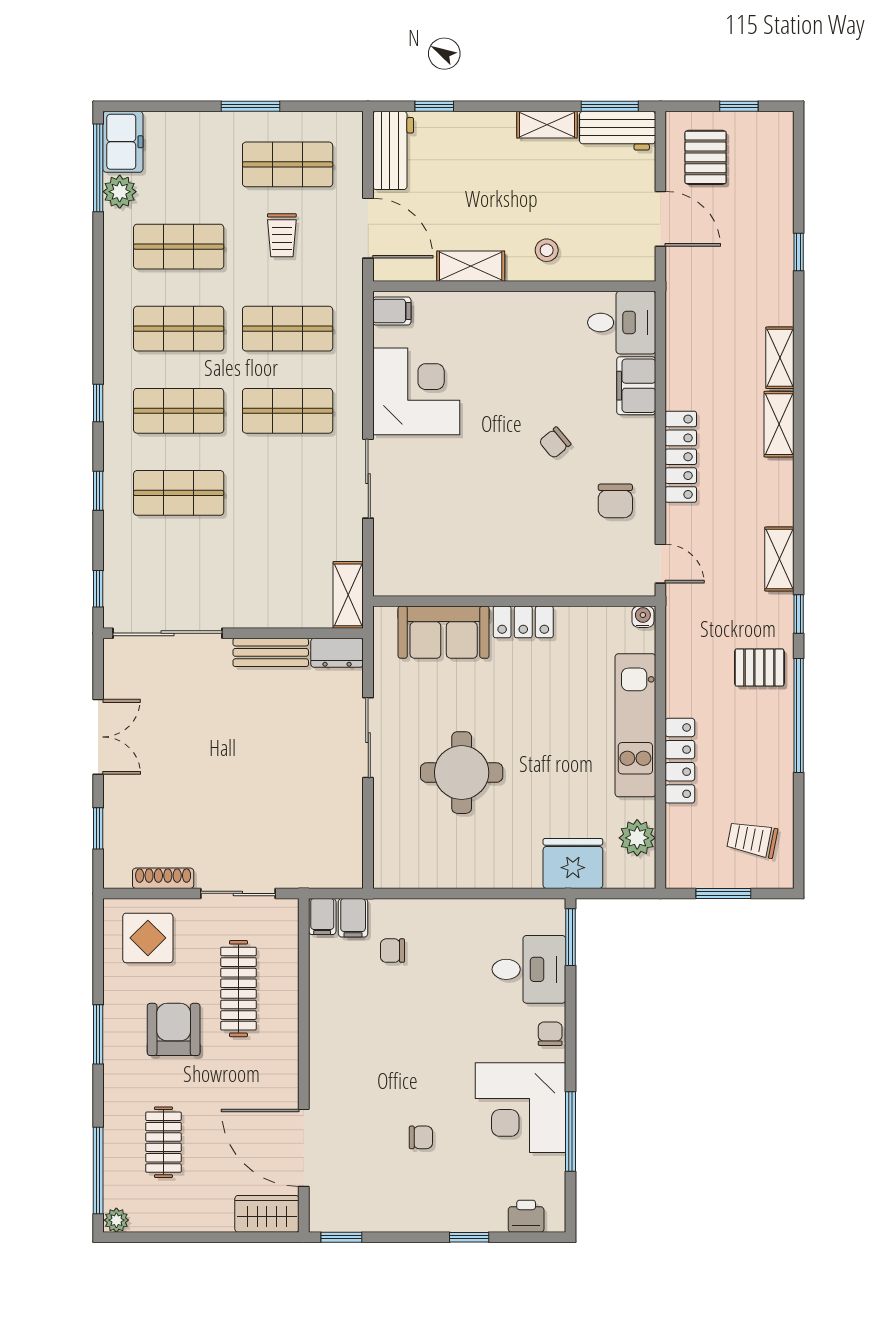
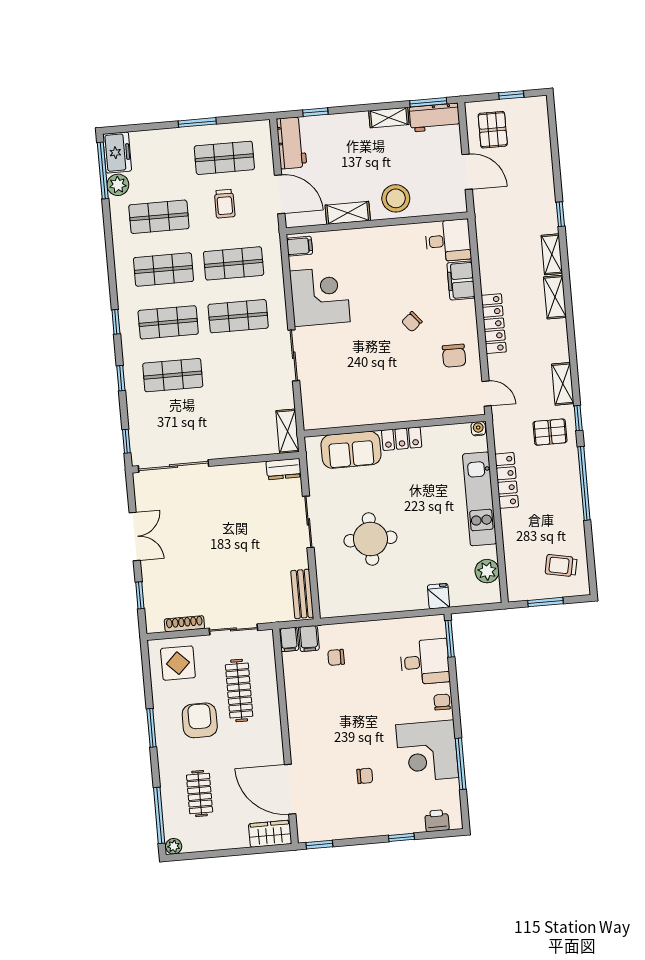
stool: (547, 250) -> (396, 198), width x1.89, depth x1.89
window: (799, 252) -> (560, 214), moved
bench: (271, 652) -> (302, 594), moved, turned 90
pallet: (759, 667) -> (550, 432), moved
locker: (680, 761) -> (507, 480), moved
fridge: (573, 863) -> (439, 596), width x0.53, depth x0.75

